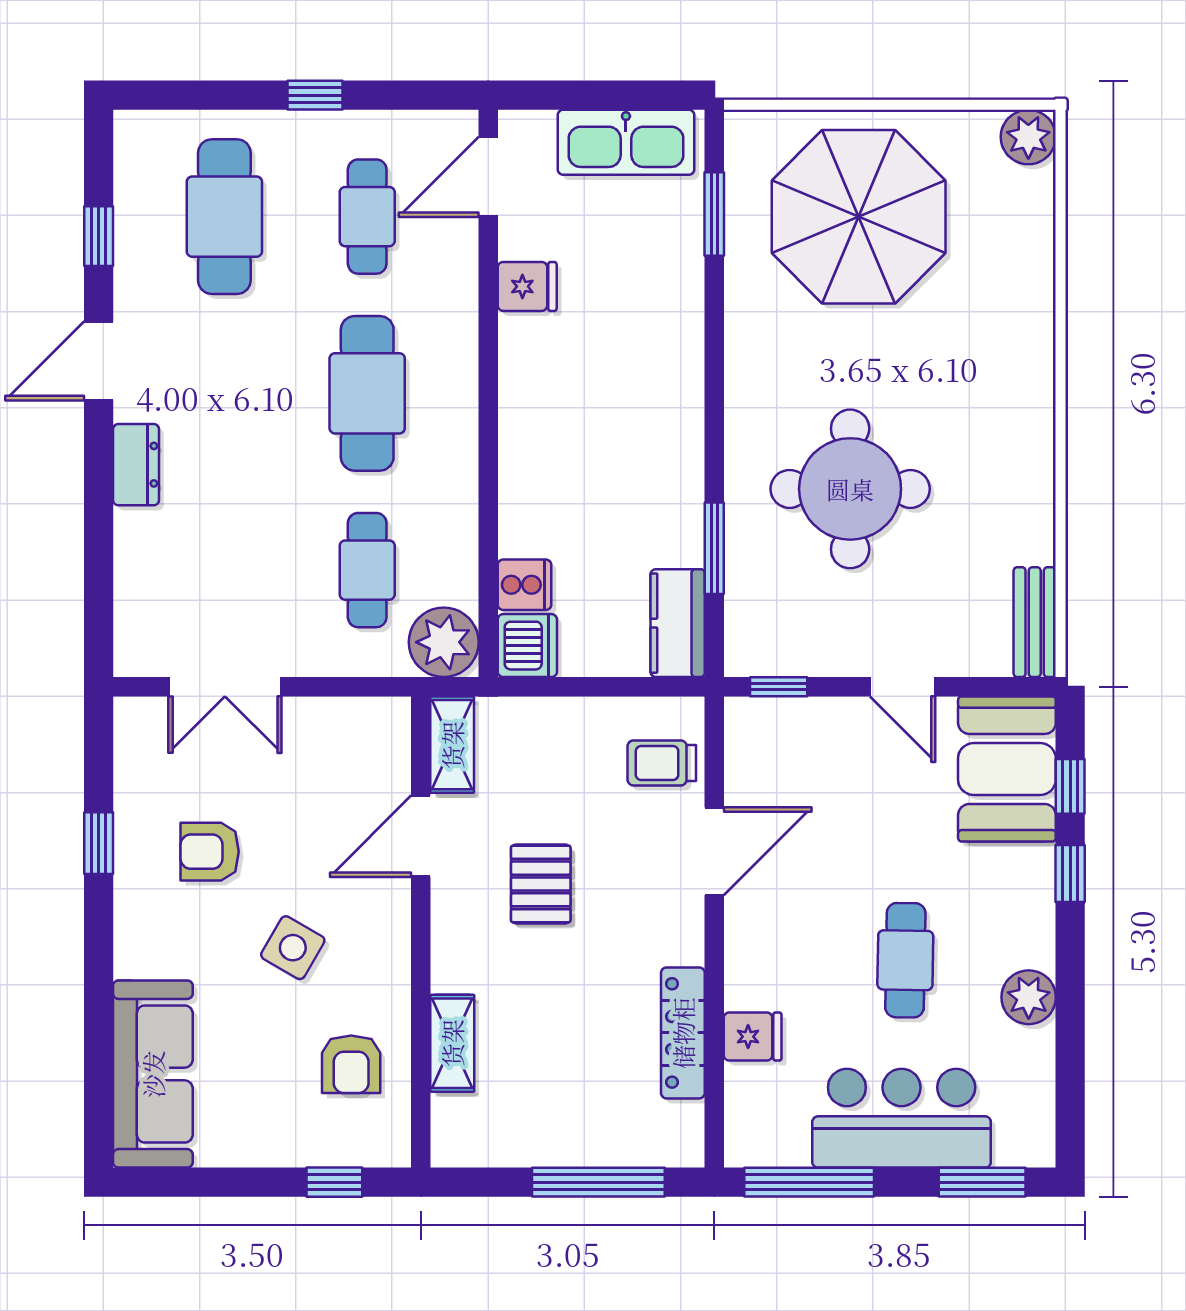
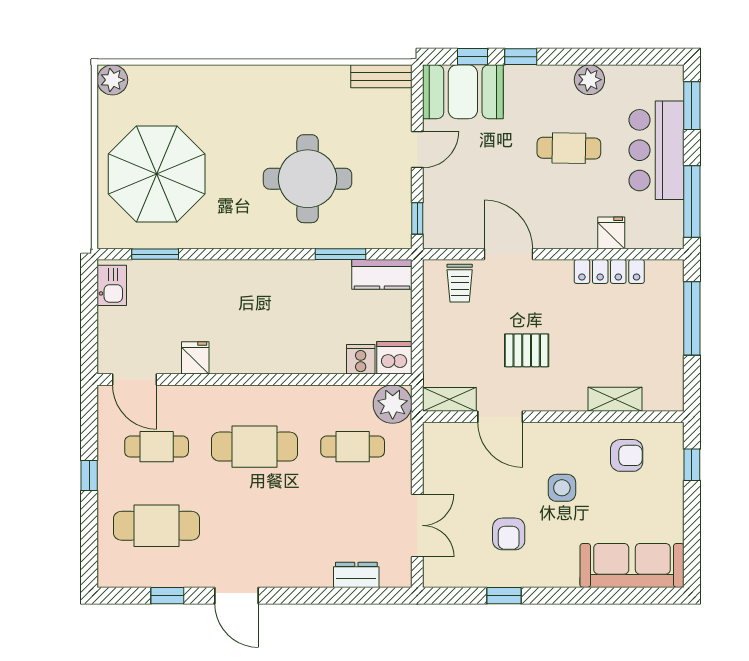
kitchen sink: (626, 142) -> (112, 285), width x0.53, depth x0.81
dresser: (136, 465) -> (356, 575), moved
side table: (293, 948) -> (562, 488), turned -30

